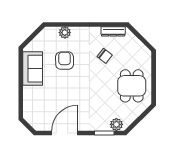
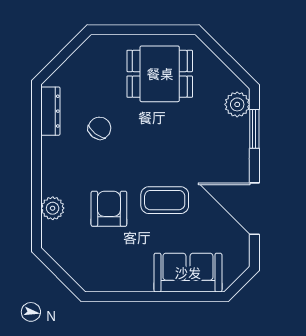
armchair: (65, 61) -> (109, 209), turned 91
sofa: (33, 69) -> (188, 273), moved
coffee table: (69, 88) -> (165, 200), added

